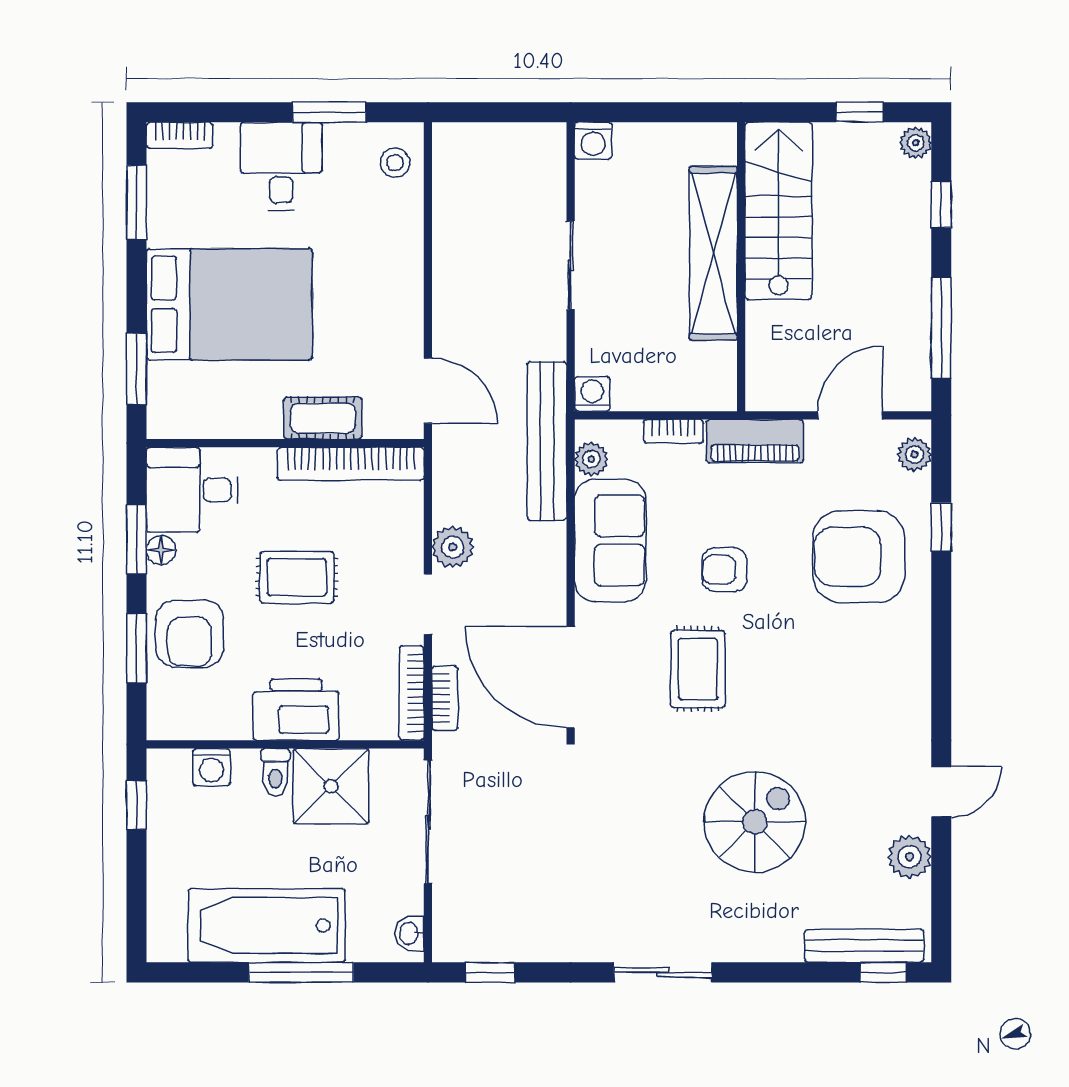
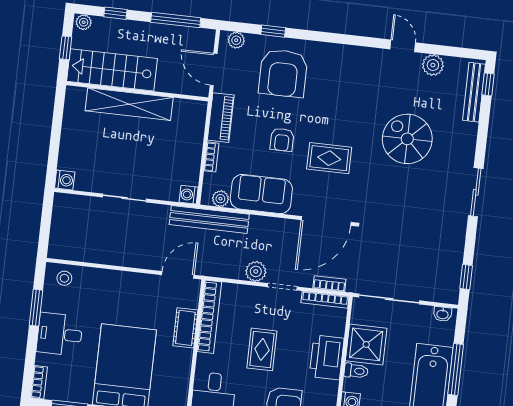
stairs: (778, 211) -> (112, 70), moved
shelving: (713, 253) -> (129, 104), moved
wall: (741, 267) -> (137, 91), moved

